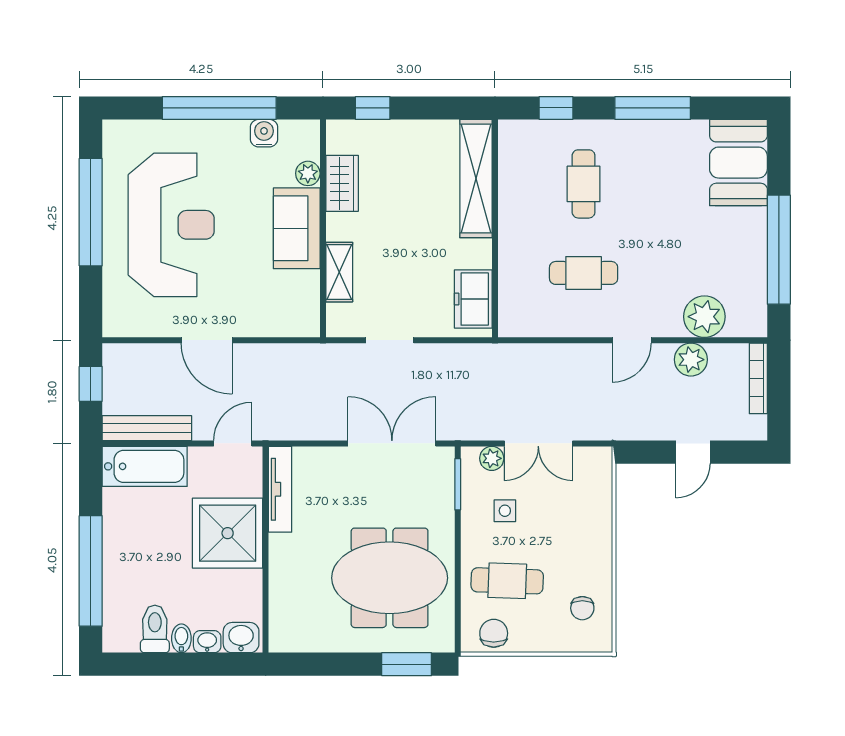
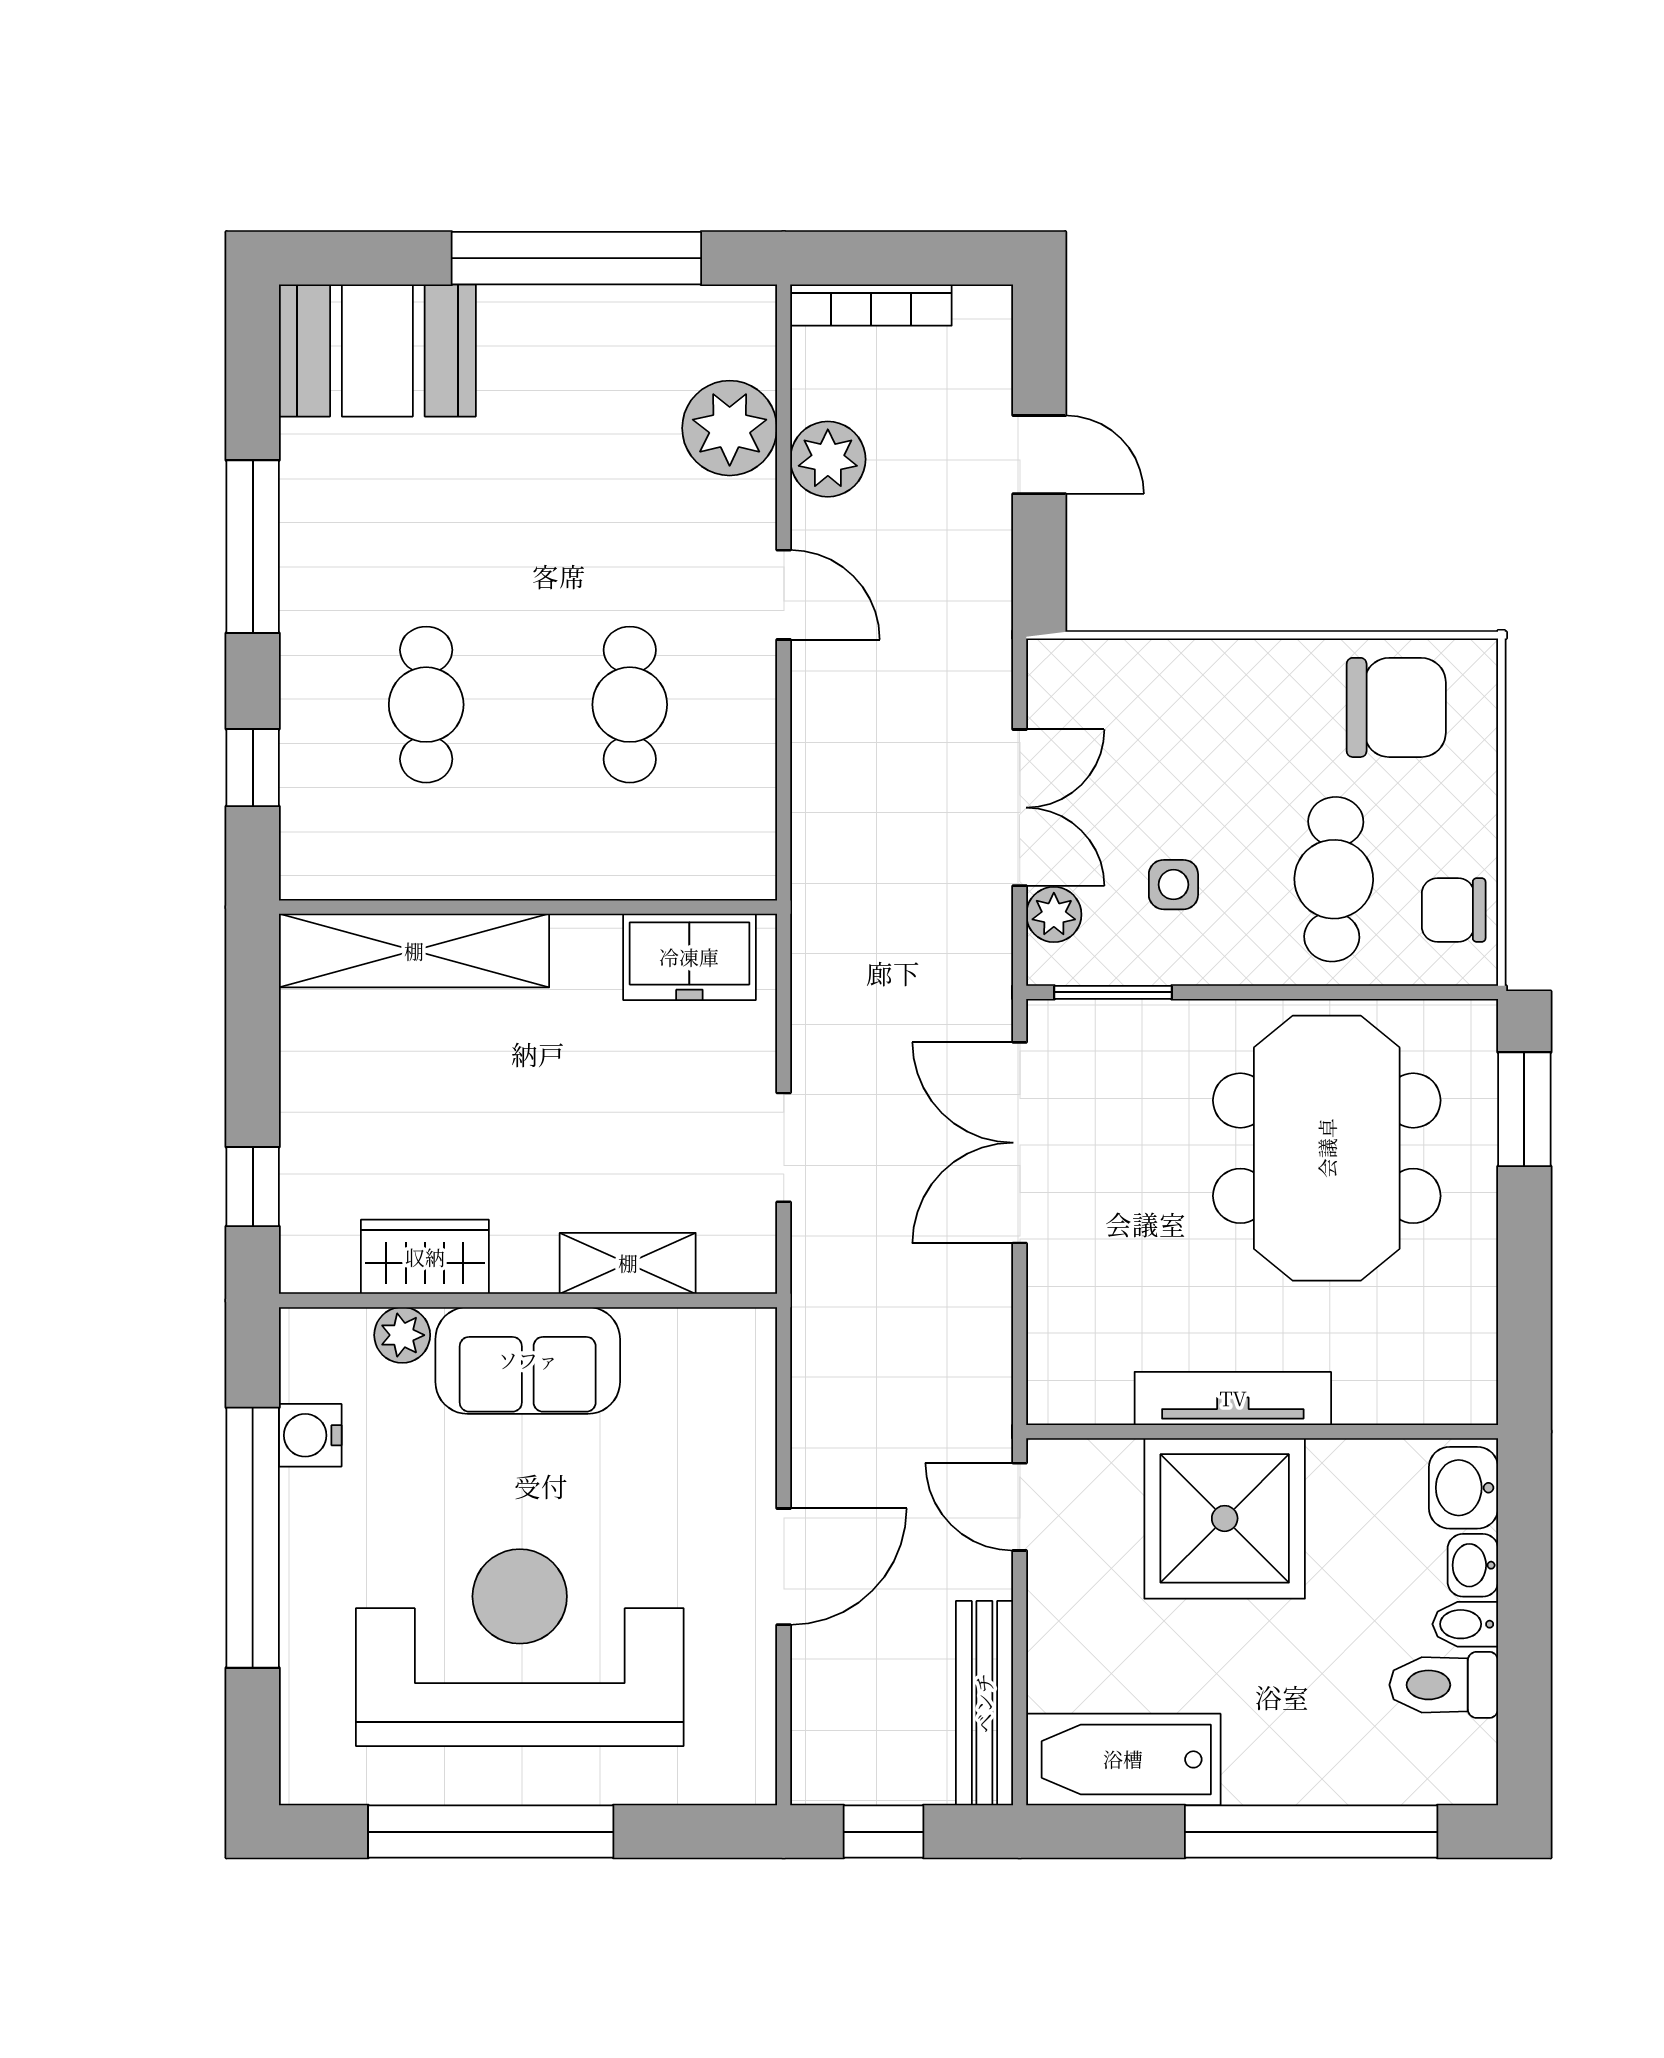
cafe table: (584, 184) -> (426, 705), turned 90
bathtub: (145, 466) -> (1123, 1759), moved, turned -90
tv unit: (280, 489) -> (1233, 1398), moved
chair: (582, 608) -> (1396, 707), width x1.87, depth x1.87

